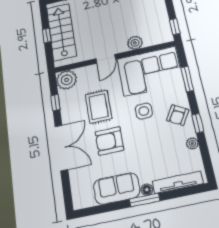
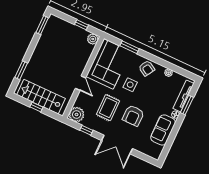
window: (175, 27) -> (81, 25), moved
plant: (135, 43) -> (93, 39), moved
rug: (99, 107) -> (108, 108), turned 90
window: (198, 123) -> (160, 61), removed
double door: (61, 148) -> (117, 145), swing flipped
window: (145, 200) -> (187, 105), moved

